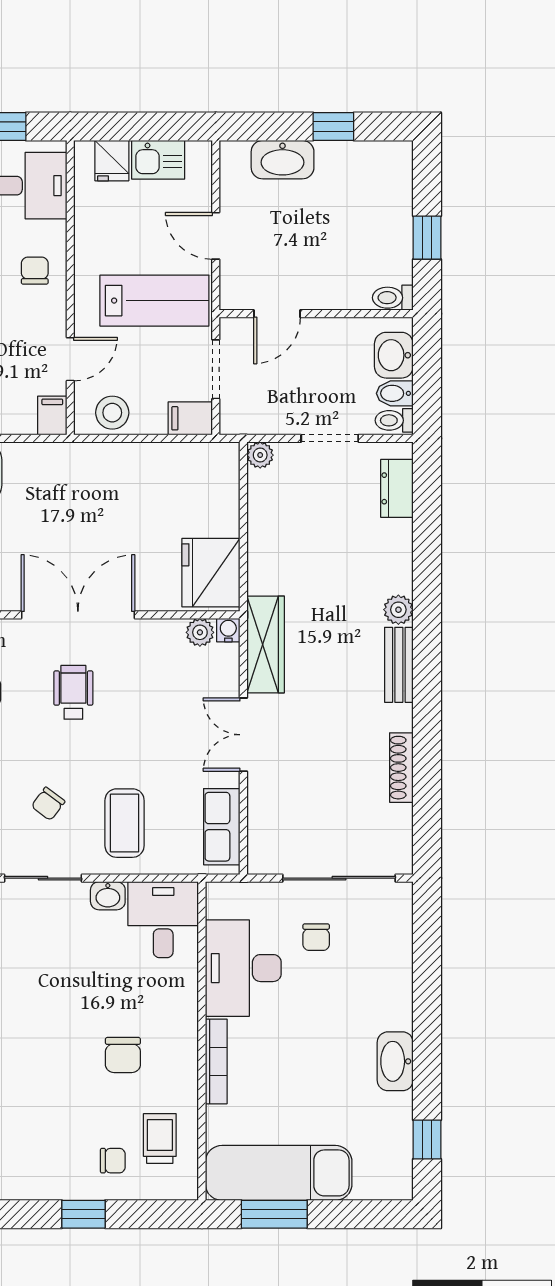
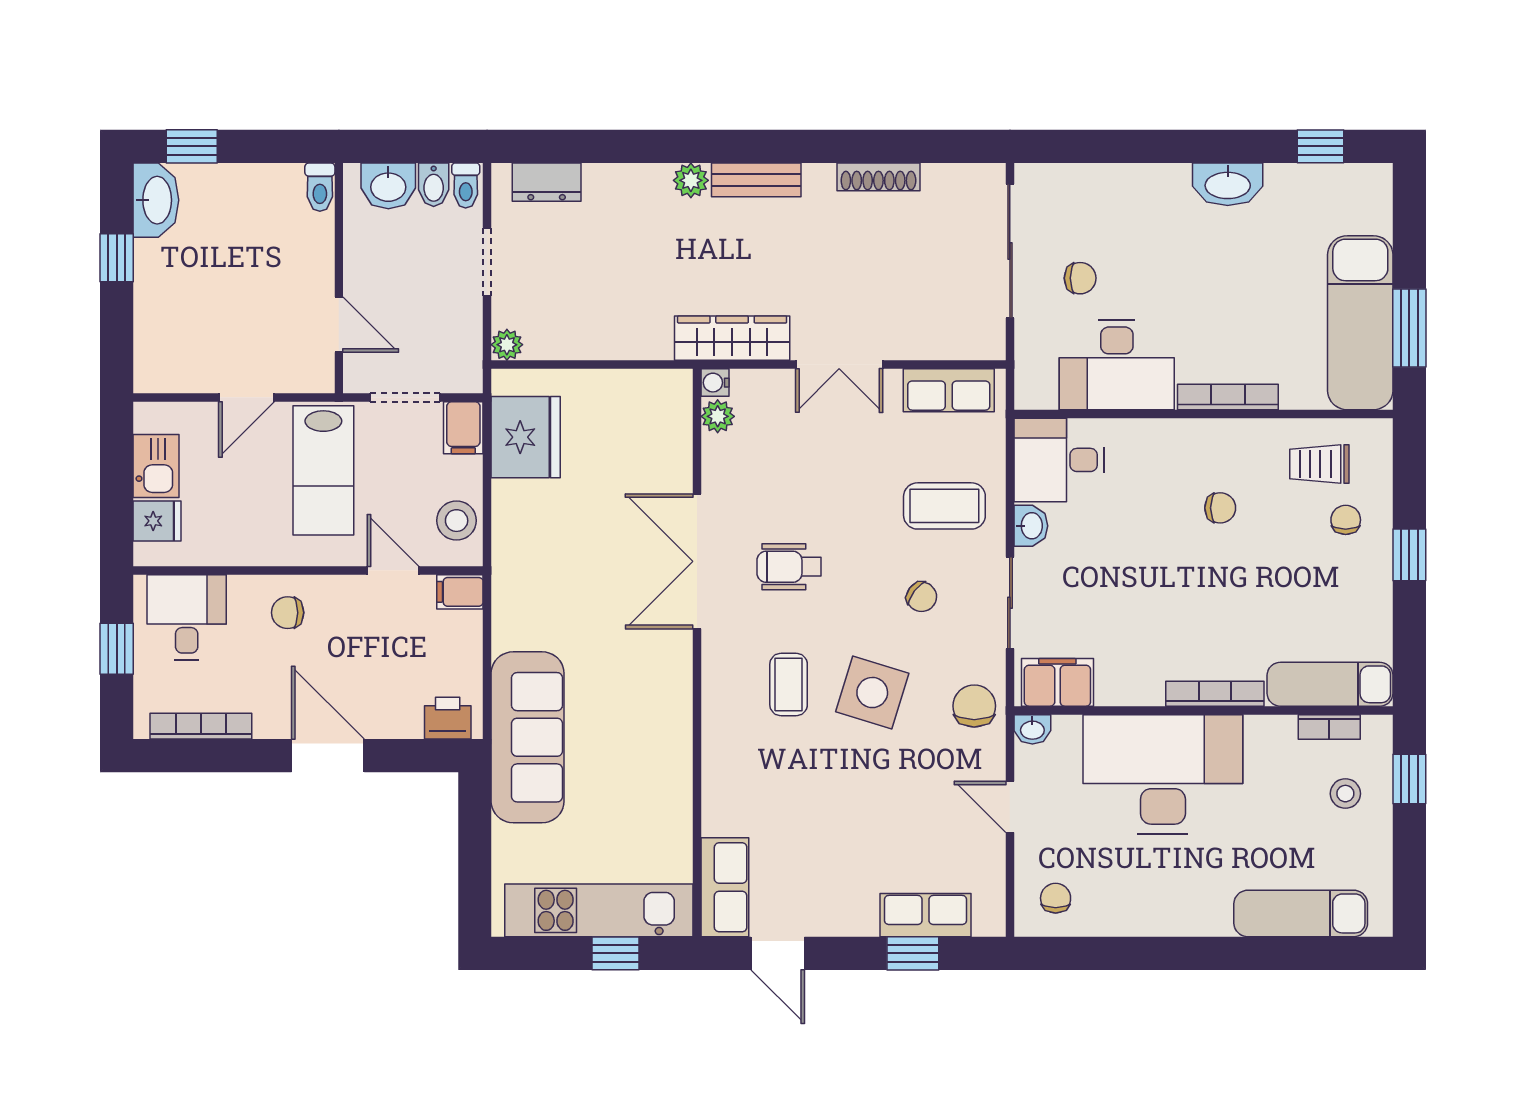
washbasin: (283, 160) -> (156, 200), moved
window: (427, 238) -> (192, 146), moved
lab bench: (154, 301) -> (323, 470), turned 180
fridge: (211, 573) -> (526, 437), moved, turned -90
chair: (123, 1055) -> (1220, 508), width x0.73, depth x0.73

